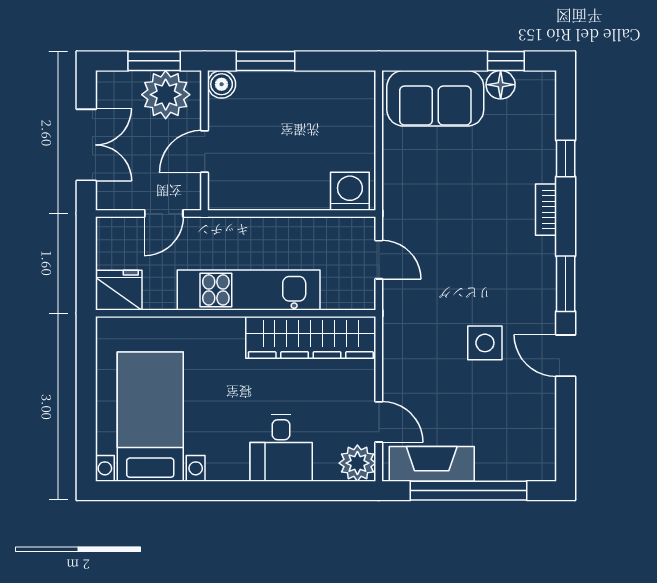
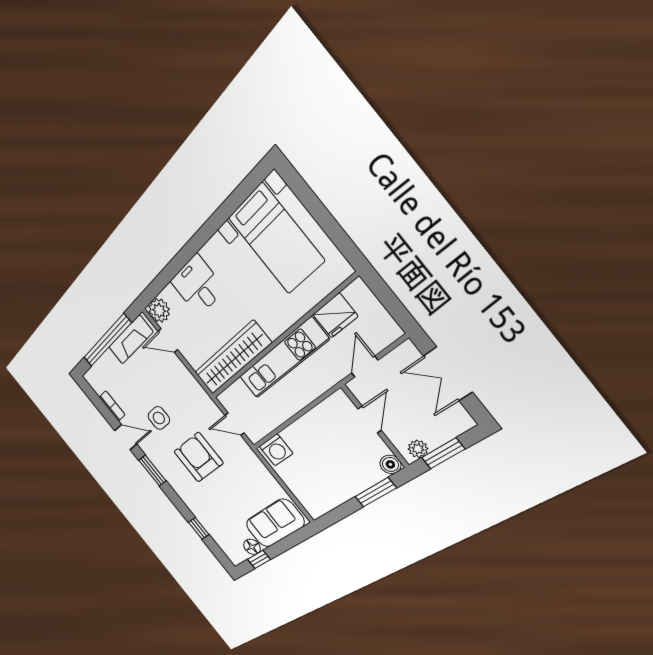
plant: (166, 95) -> (418, 449), width x0.53, depth x0.53
bookcase: (546, 210) -> (112, 406), moved
armchair: (472, 254) -> (198, 457), added
fridge: (119, 290) -> (335, 315), moved

